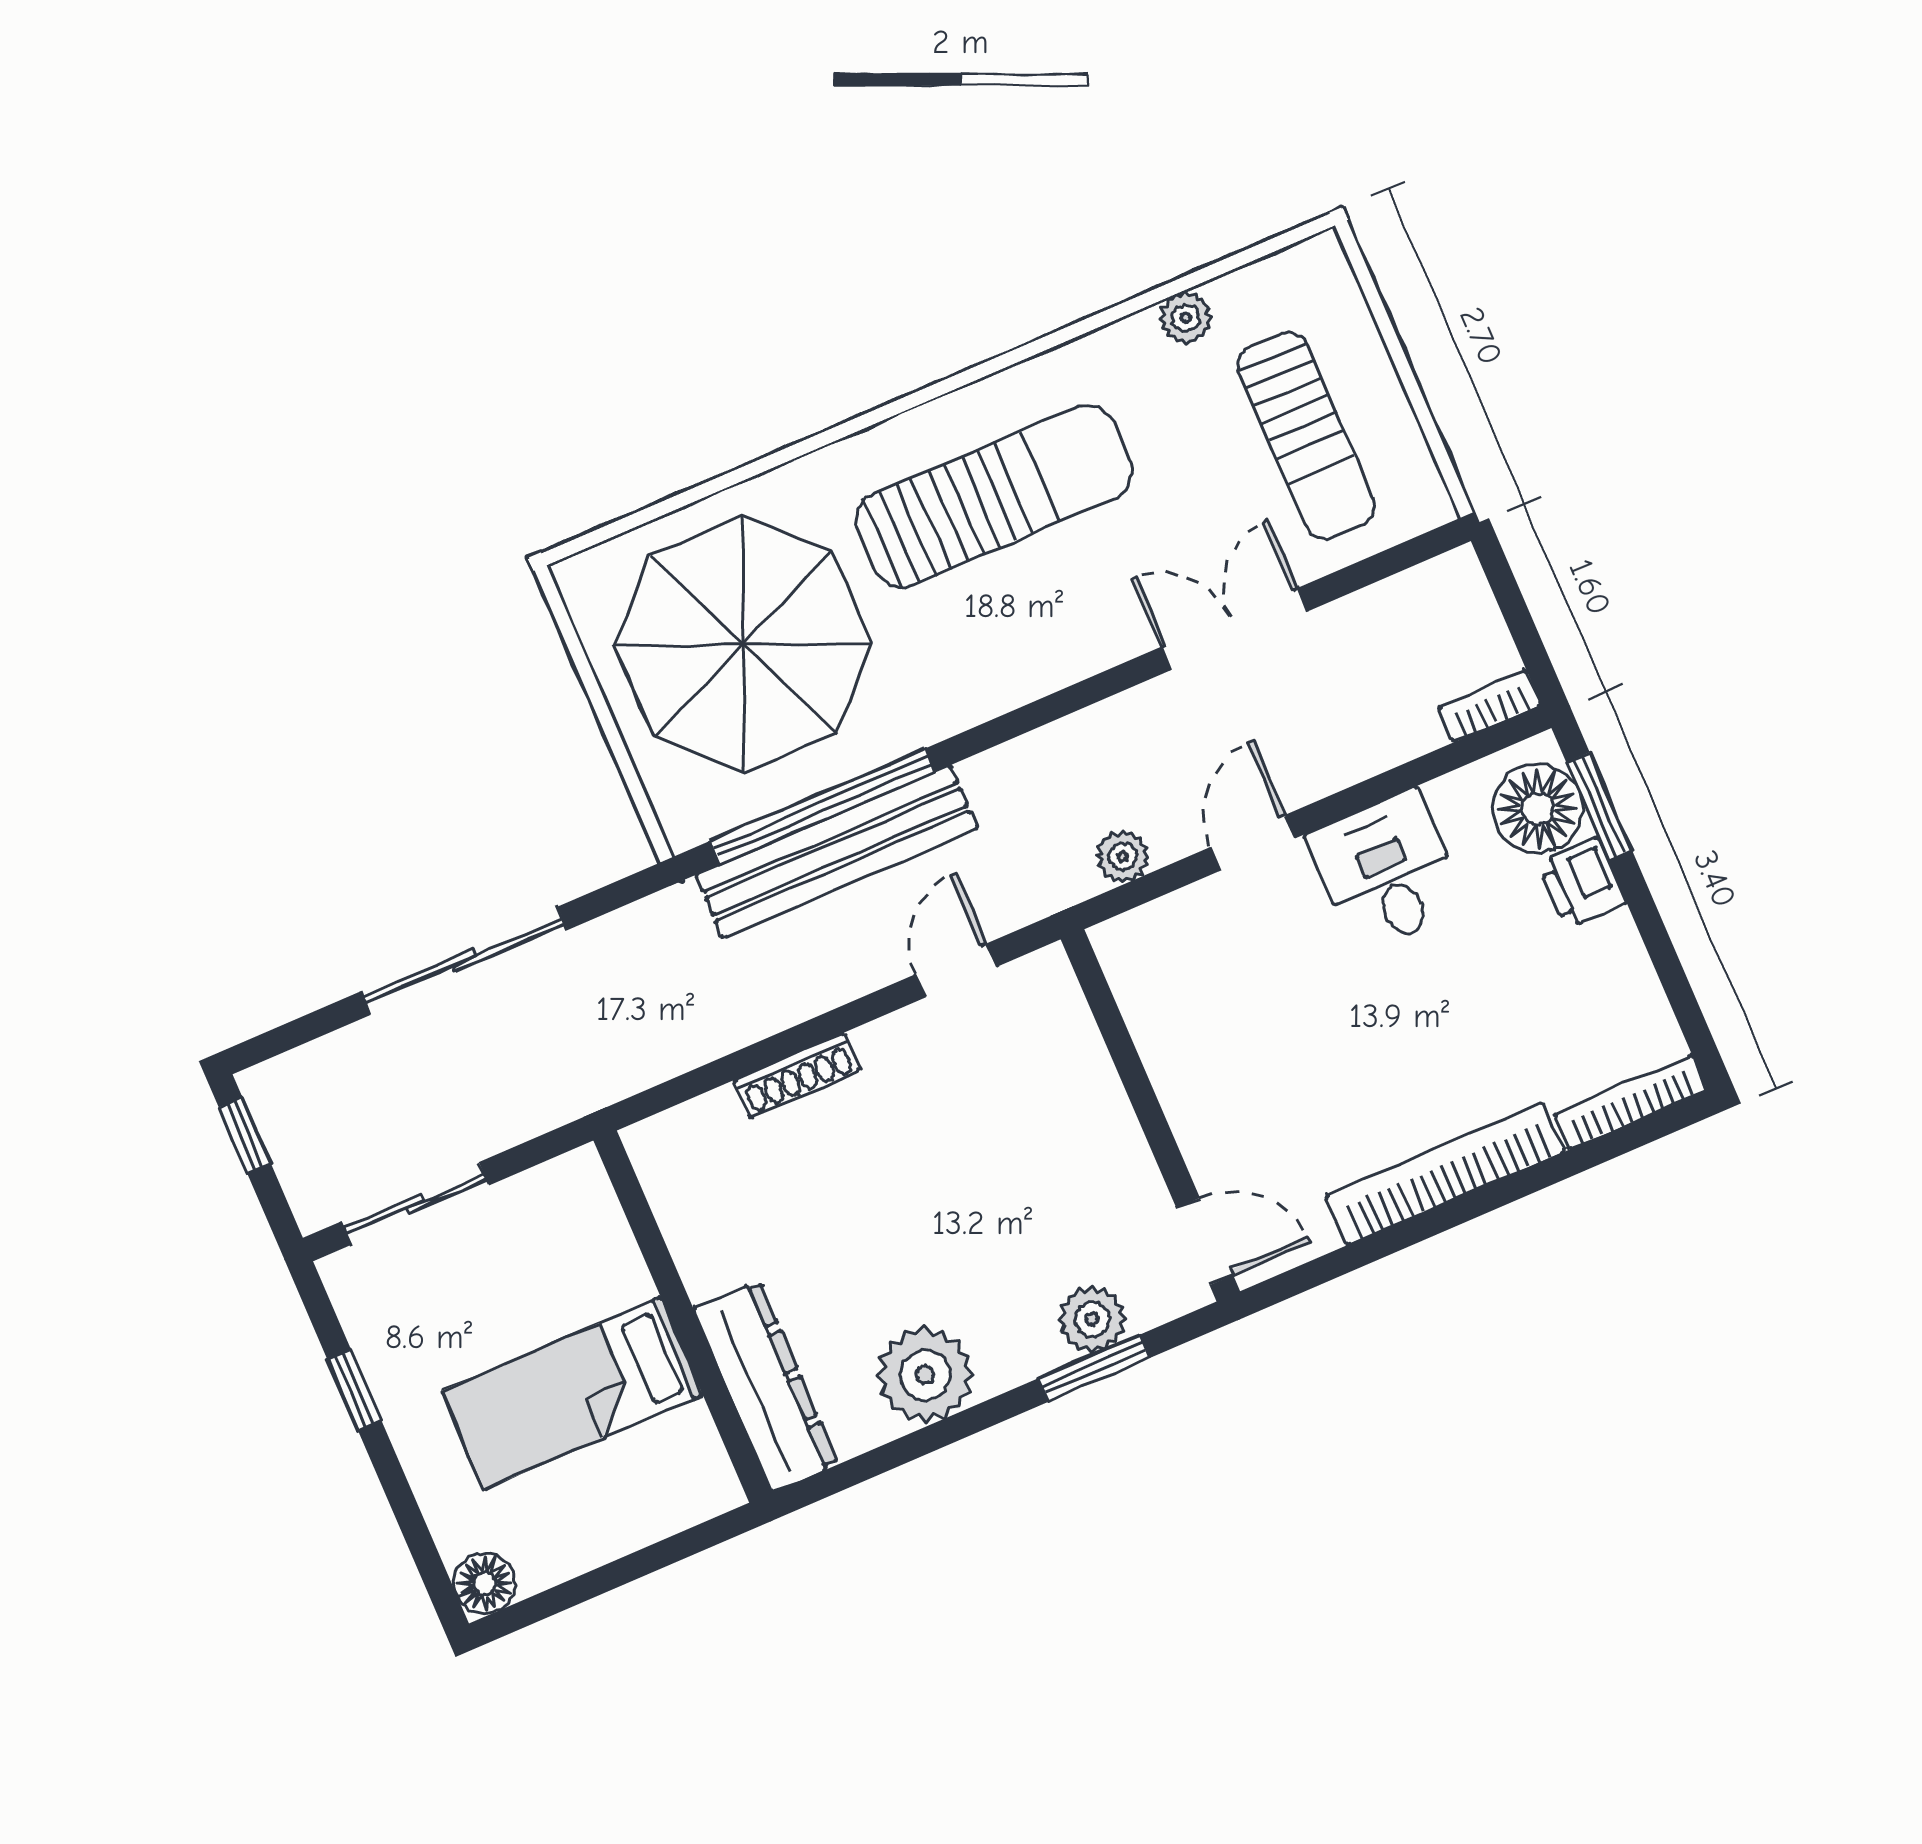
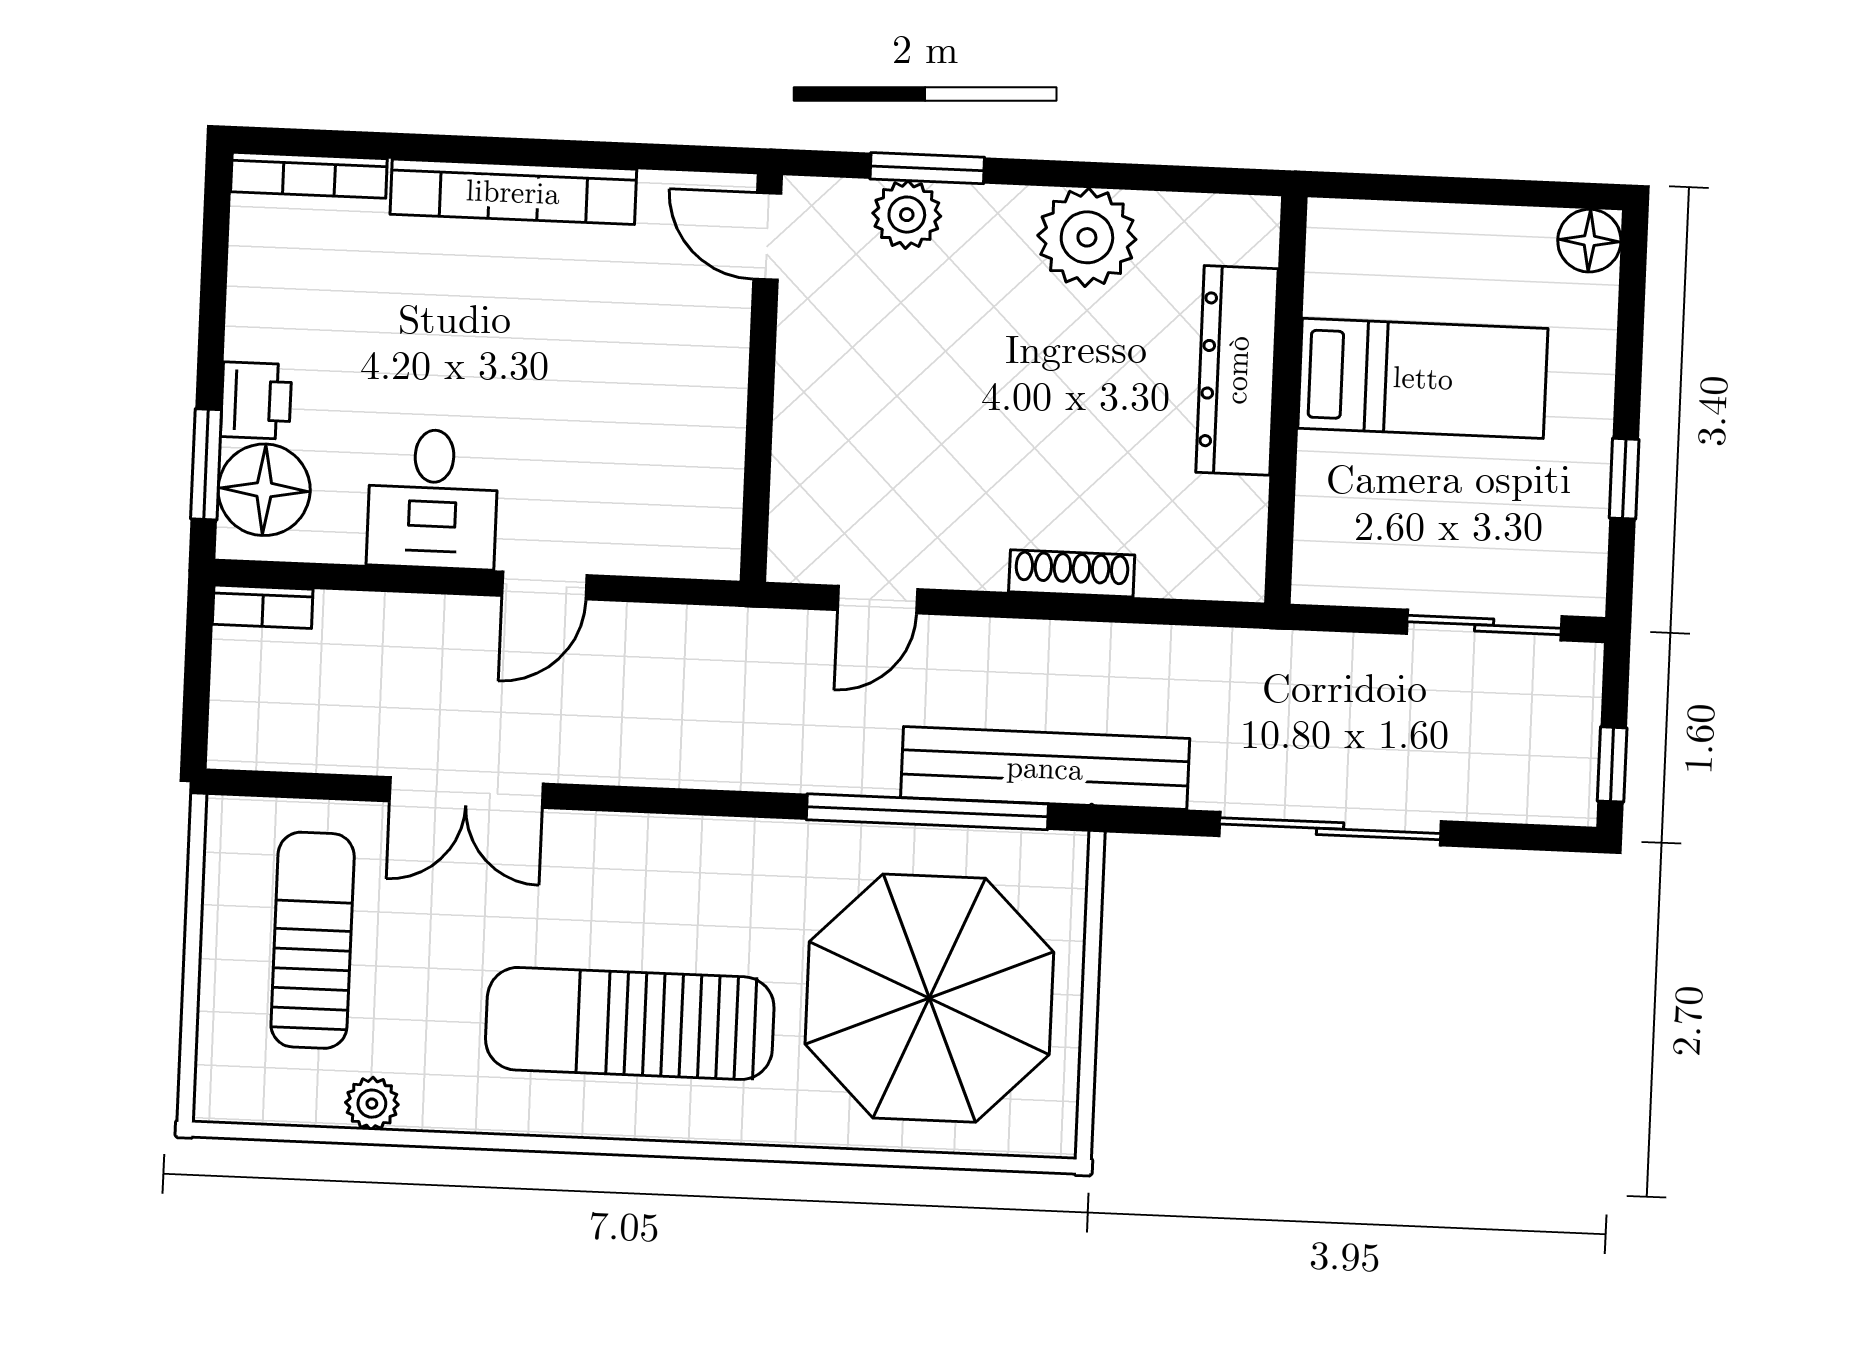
bench: (837, 852) -> (1045, 768), moved
plant: (1123, 857) -> (671, 631), removed
dresser: (766, 1386) -> (1237, 370), moved

